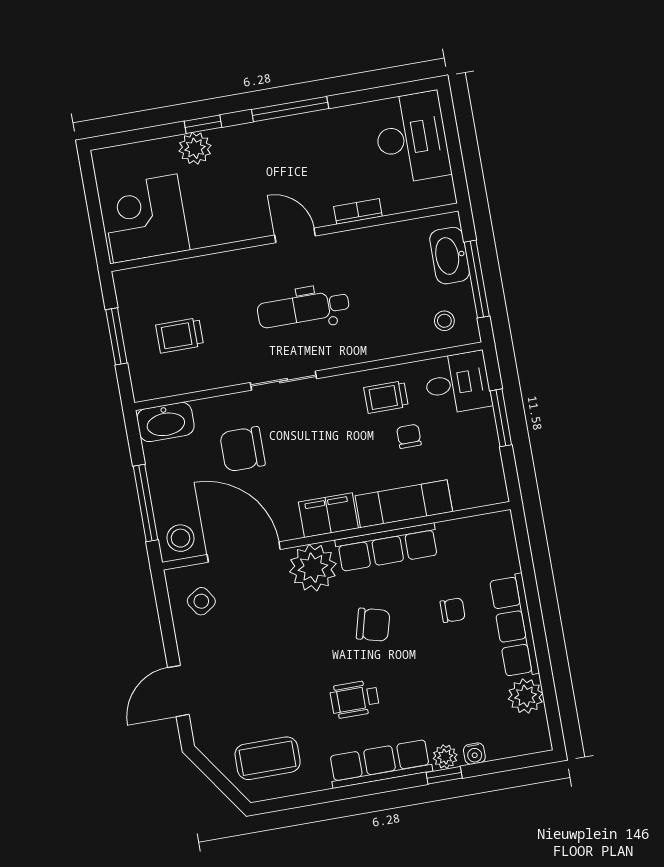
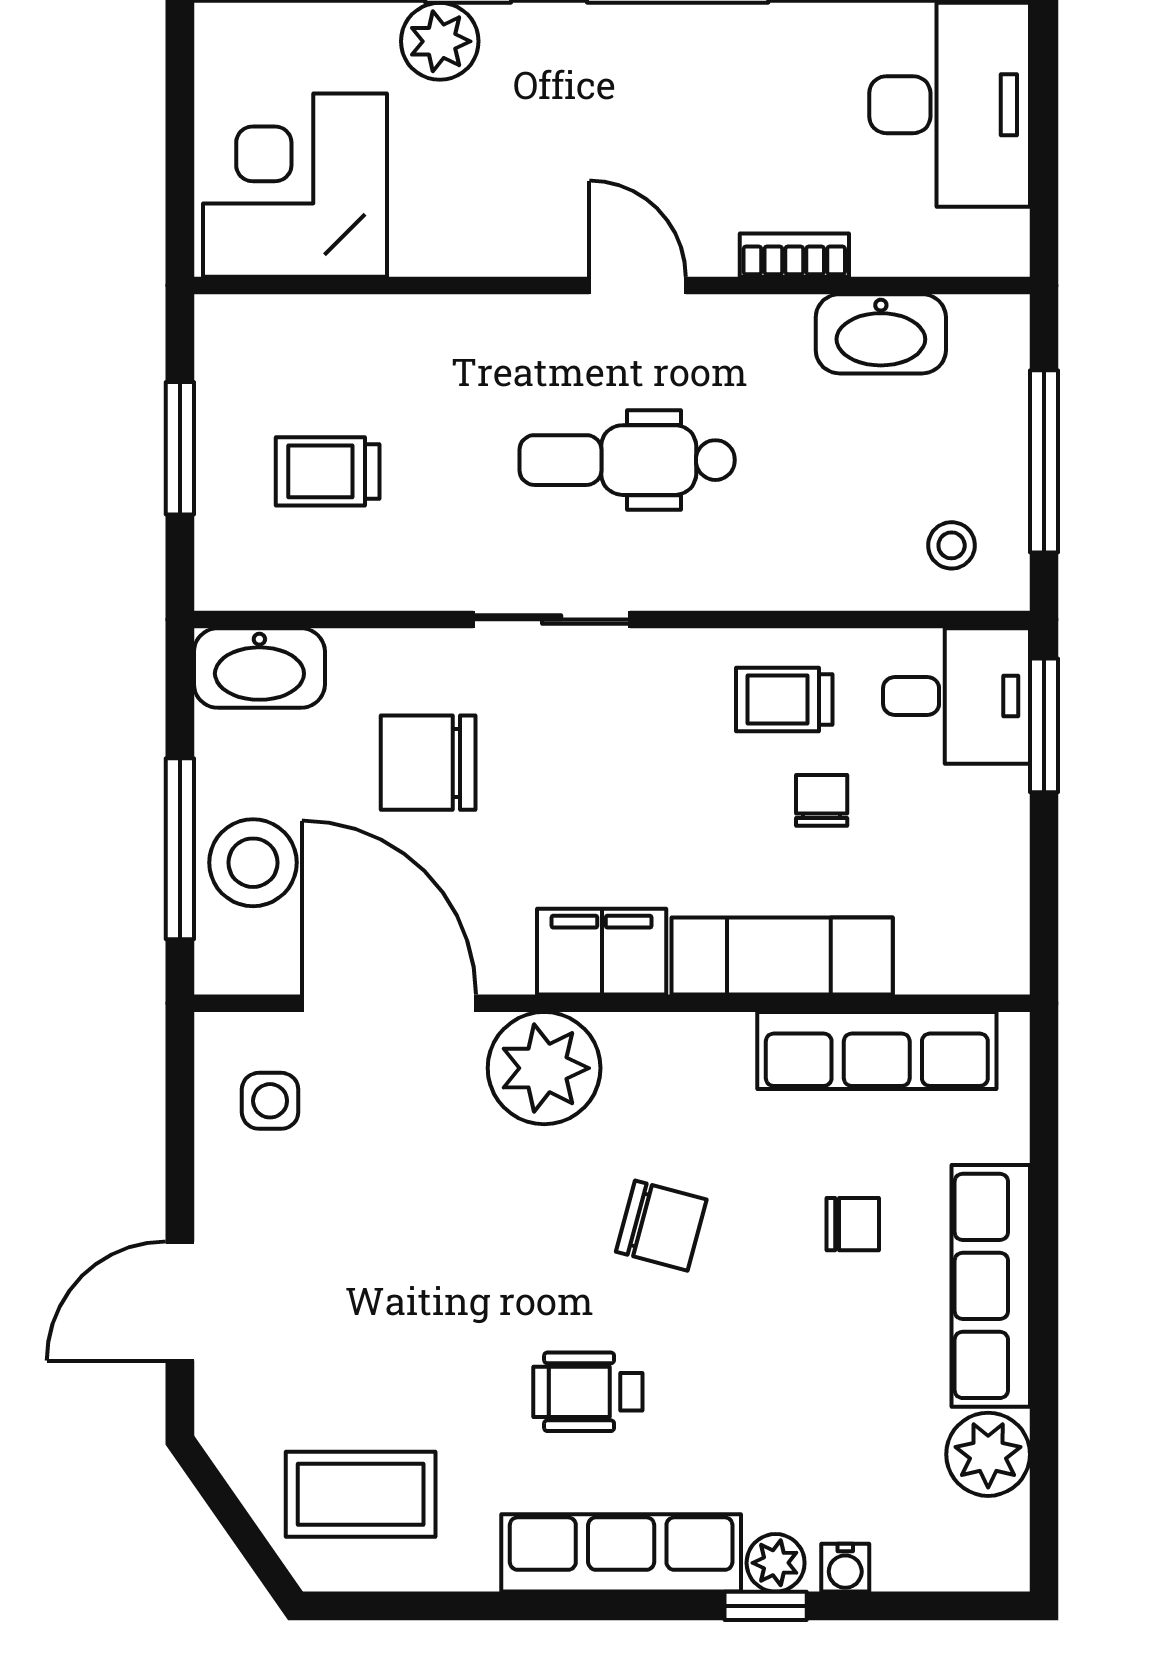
washbasin: (450, 256) -> (881, 334), moved, turned -90
window: (501, 418) -> (1044, 725), moved
stool: (181, 538) -> (253, 863), moved, width x1.38, depth x1.38
row of seats: (387, 547) -> (877, 1050), moved
side table: (201, 601) -> (270, 1101), turned 33

